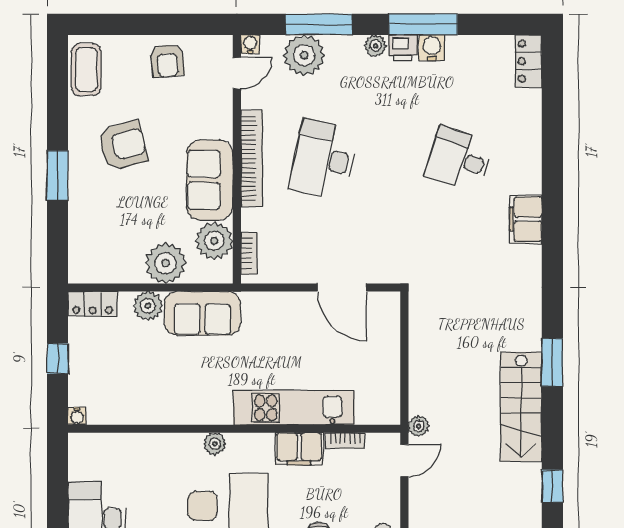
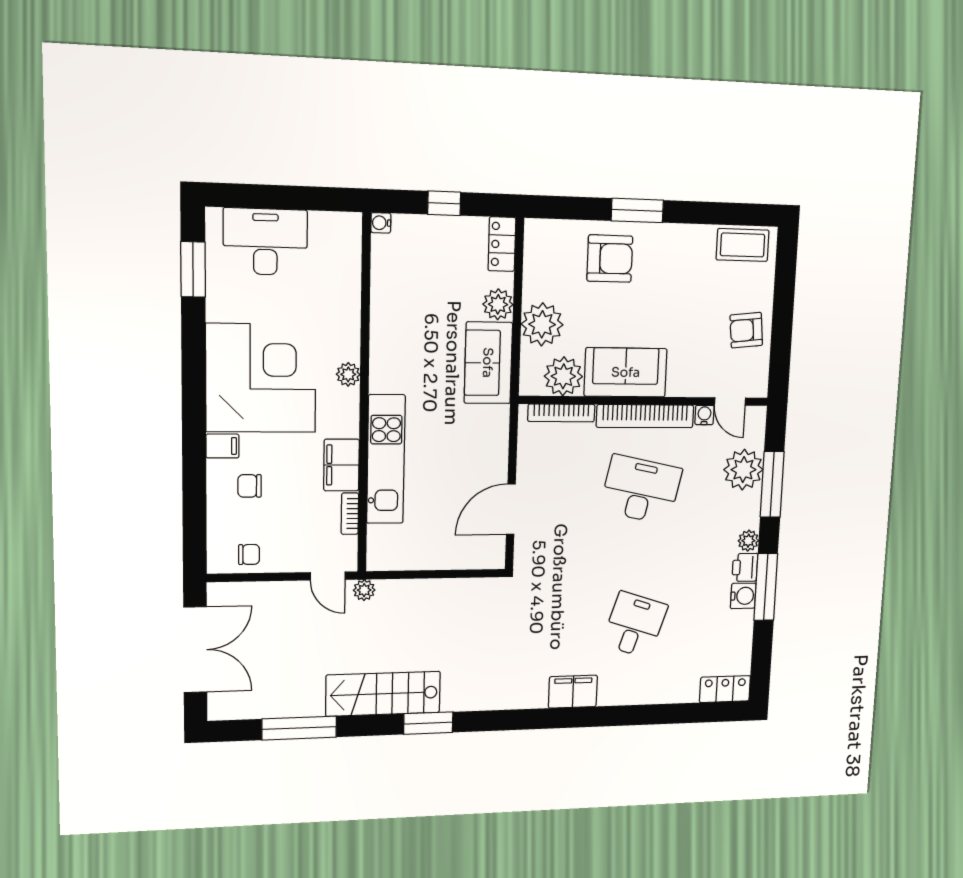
water cooler: (250, 44) -> (704, 415), moved, turned -90
armchair: (123, 145) -> (610, 259), moved, turned -75
bookcase: (249, 253) -> (561, 413), width x1.56
window: (552, 486) -> (299, 728), width x2.17

